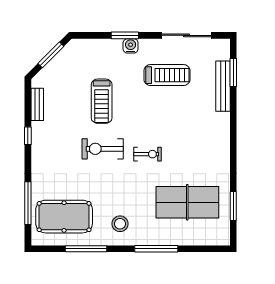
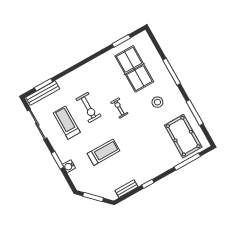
water cooler: (131, 46) -> (69, 166), moved
bench: (223, 86) -> (43, 93), moved
exercise bike: (103, 149) -> (88, 107), moved
stool: (120, 224) -> (157, 102), moved

